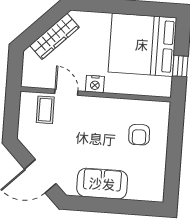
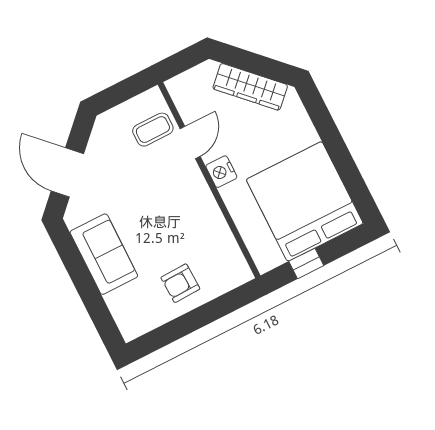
armchair: (139, 135) -> (180, 283), moved

